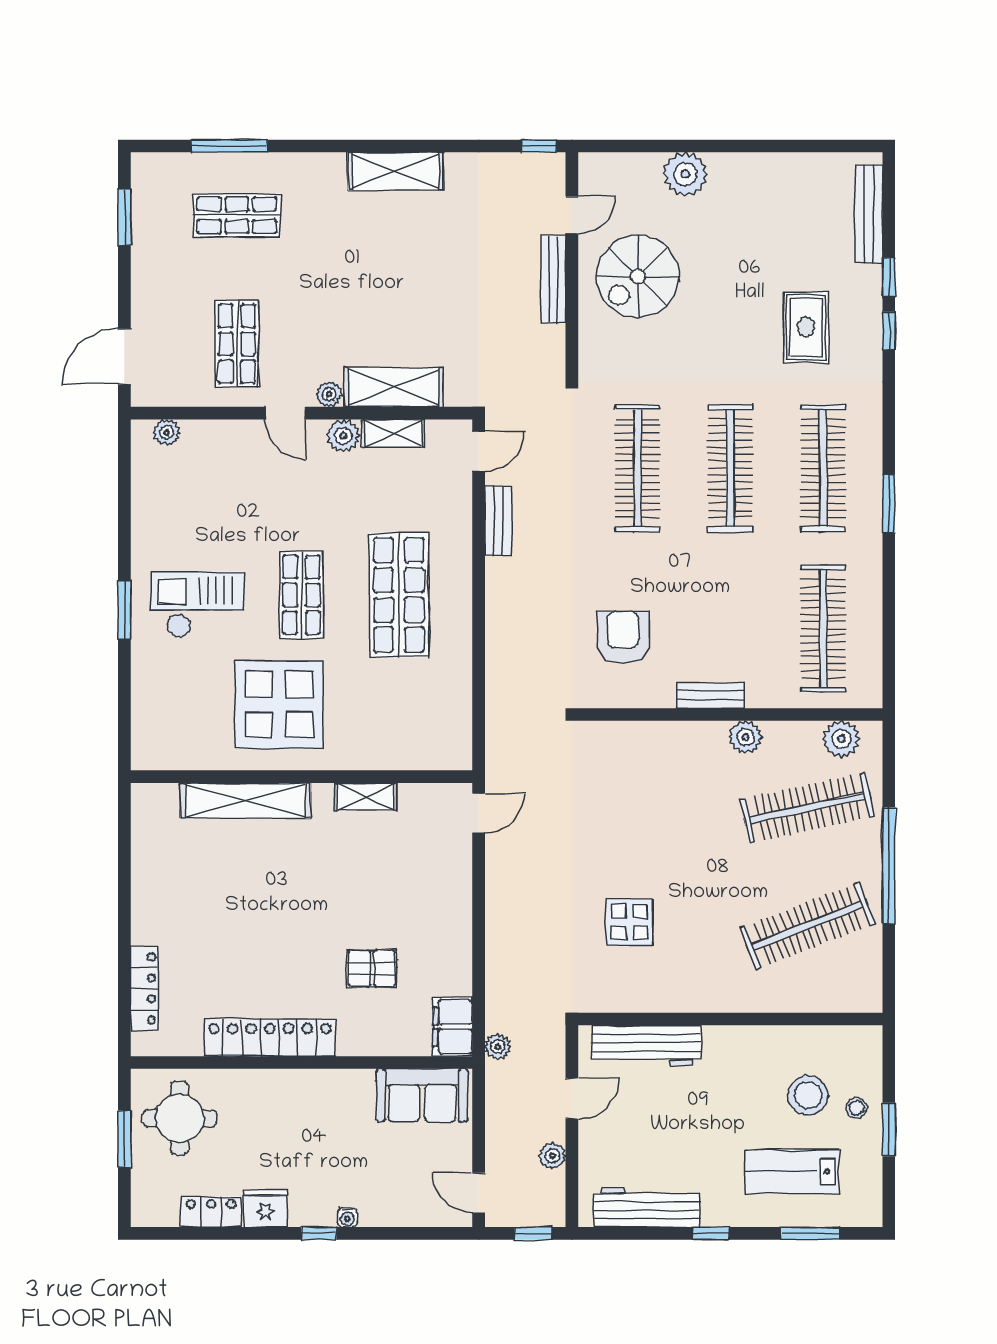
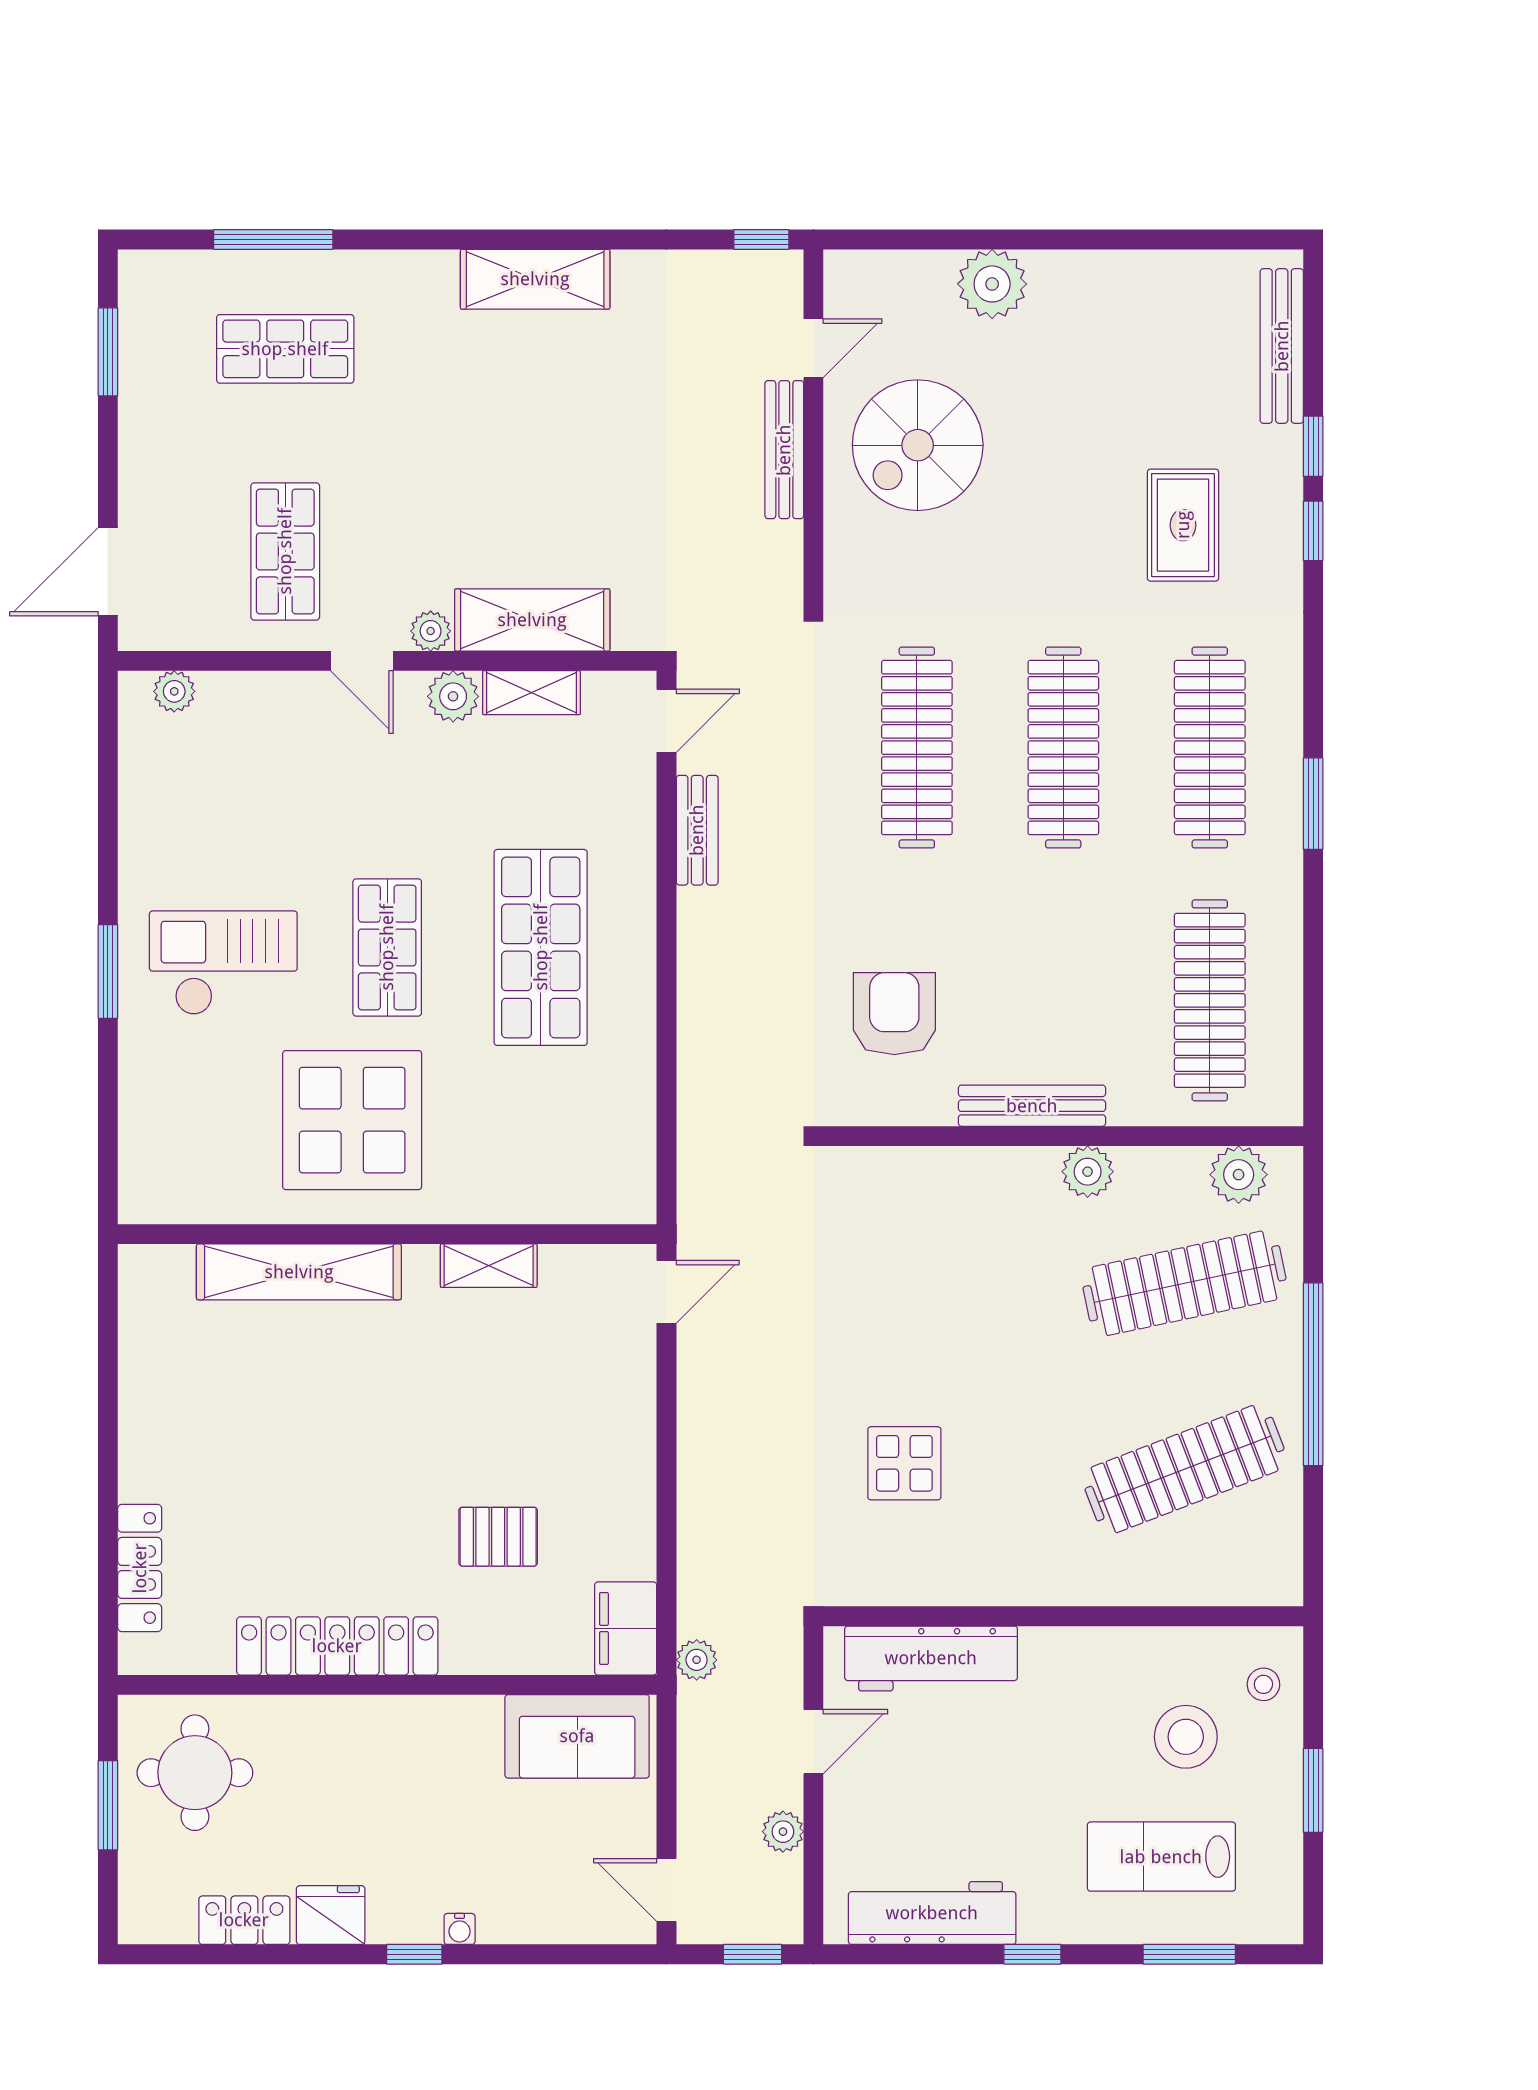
bench: (710, 695) -> (1032, 1106), width x1.36
stool: (857, 1108) -> (1263, 1684), moved

